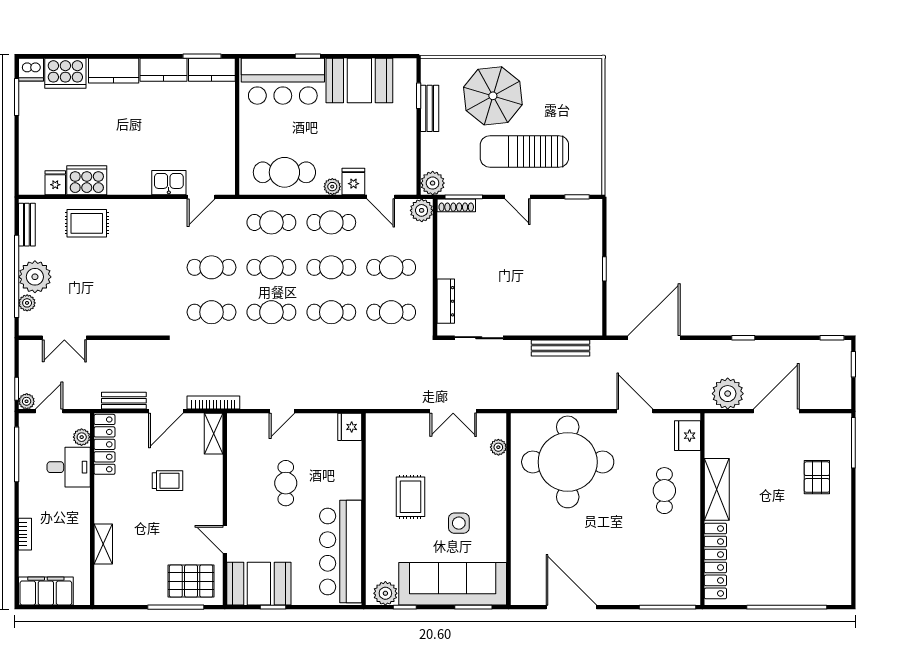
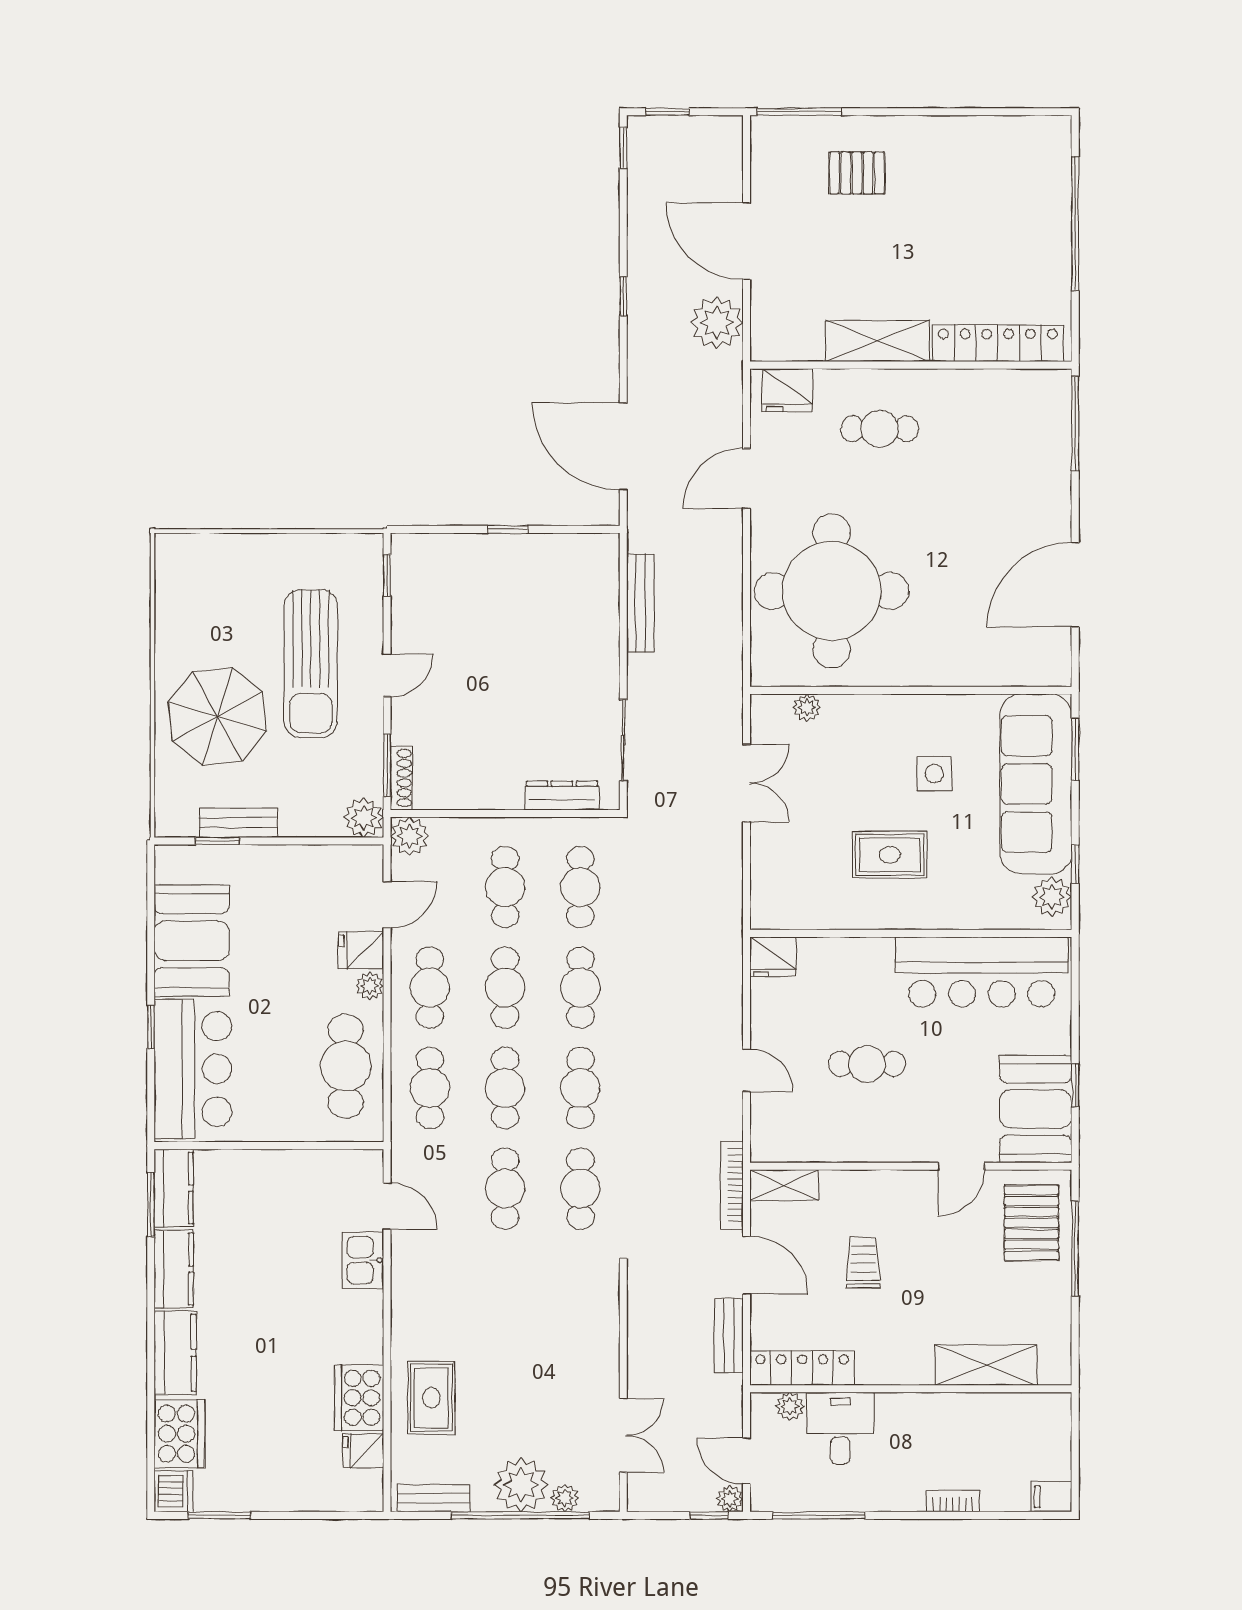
shelving: (103, 544) -> (986, 1365), width x1.50, depth x1.33
filing cabinet: (46, 591) -> (1051, 1497), width x0.33, depth x0.86

